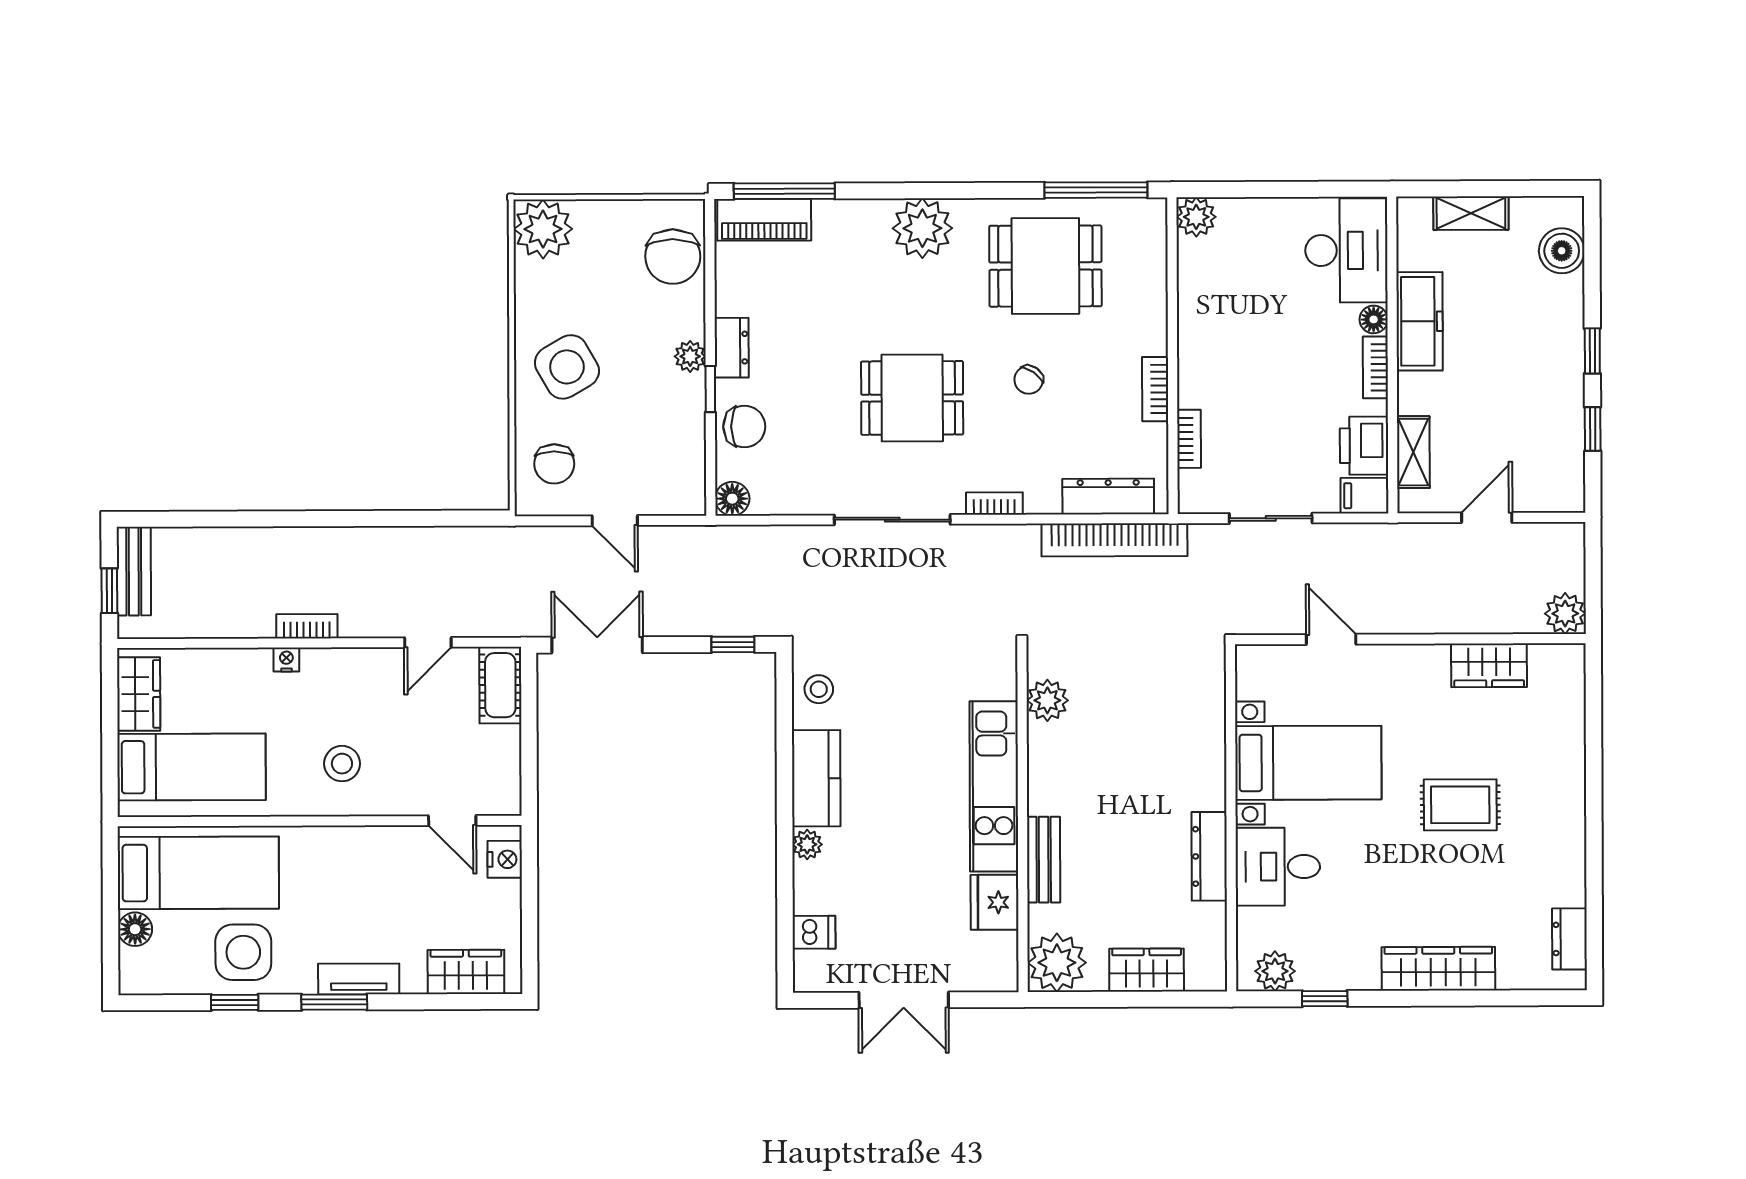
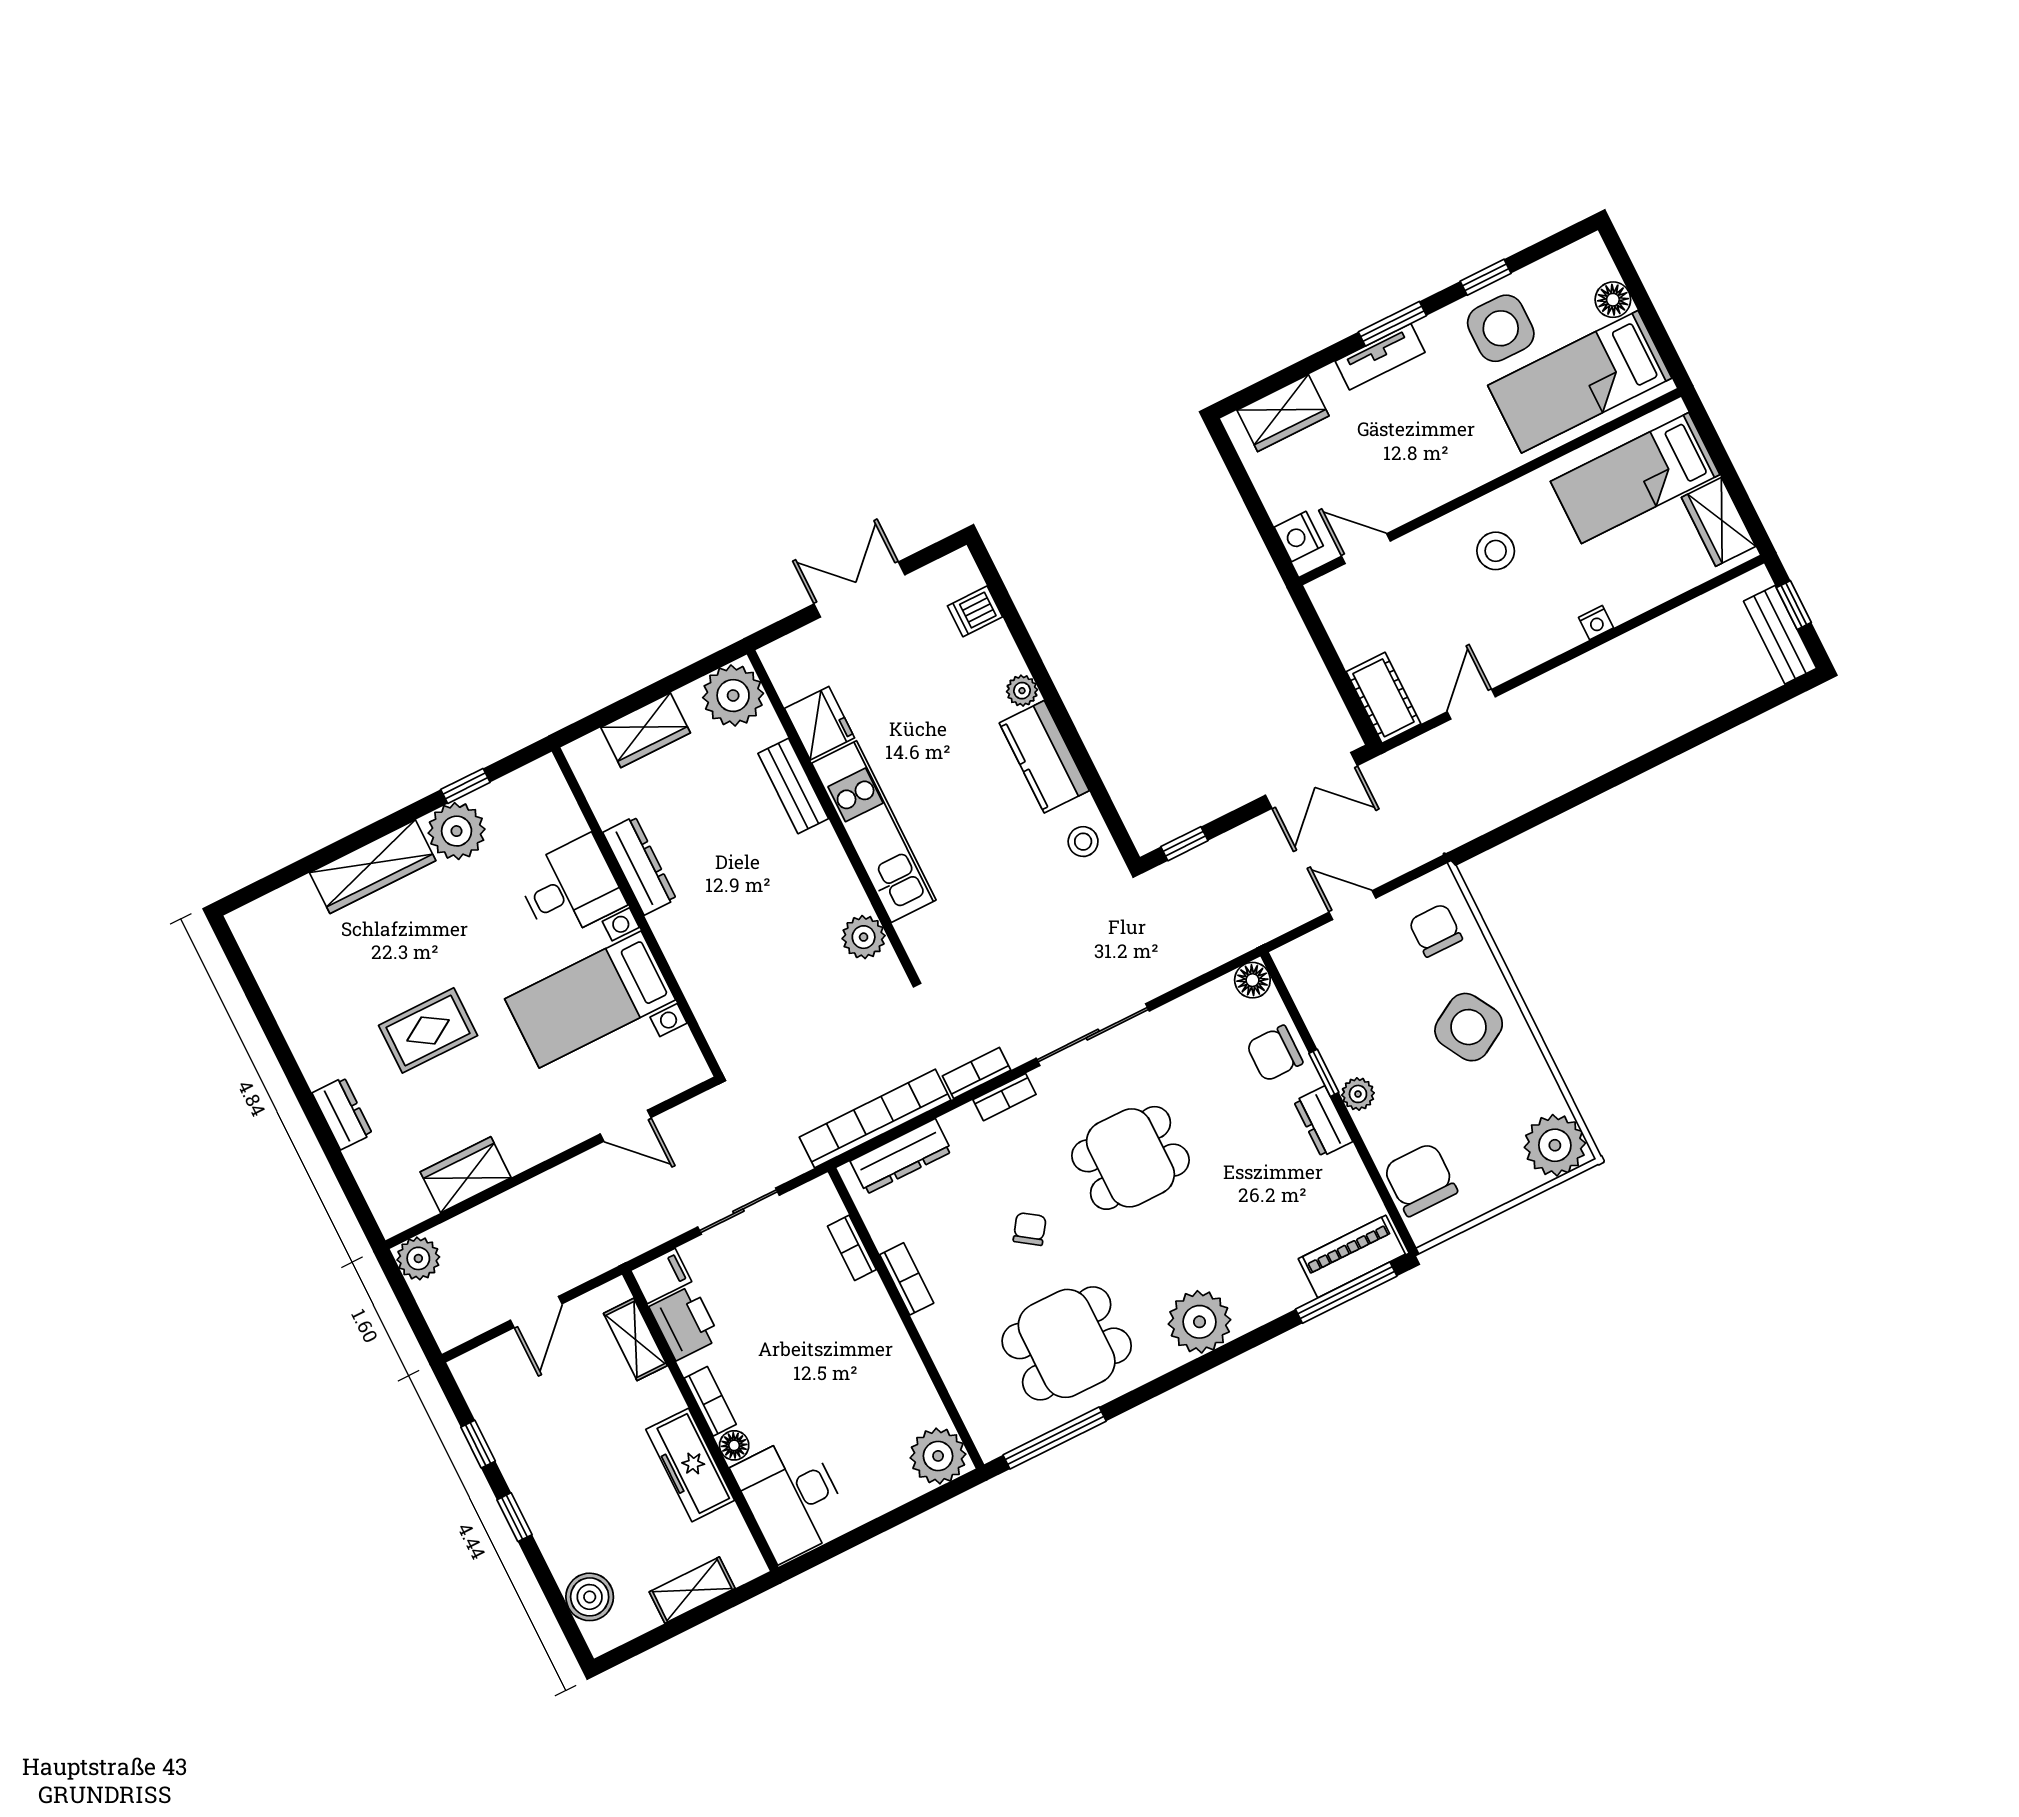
plant: (1196, 217) -> (938, 1456), width x1.36, depth x1.36
bookcase: (307, 626) -> (977, 1073), moved, turned 180
dresser: (1570, 939) -> (342, 1113), moved
plant: (1275, 971) -> (457, 831), moved, width x1.36, depth x1.36

